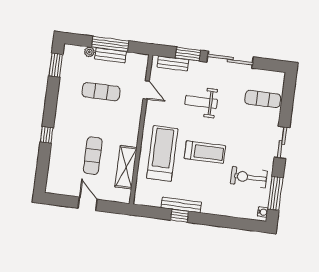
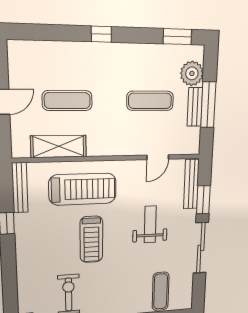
plant: (89, 52) -> (192, 73), width x1.87, depth x1.87
bench: (173, 63) -> (191, 184), width x1.36
exercise mat: (101, 92) -> (150, 101), turned 90
window: (47, 135) -> (101, 34), moved
bench: (181, 205) -> (20, 188), moved

